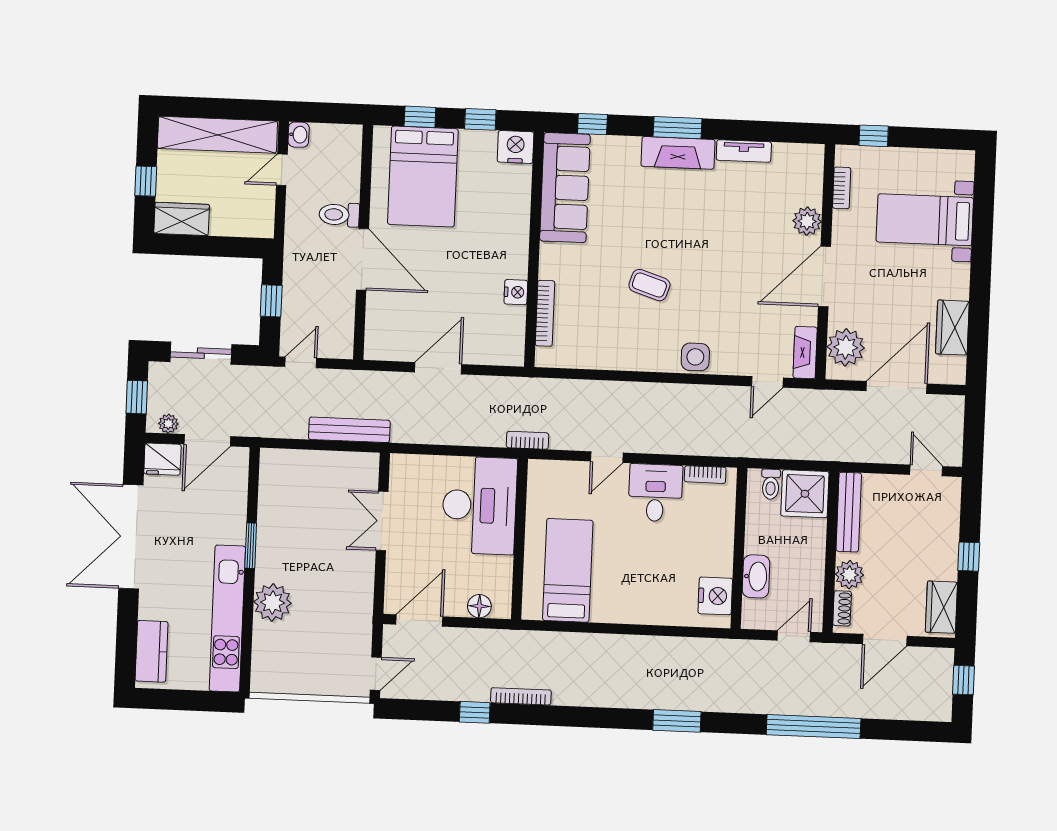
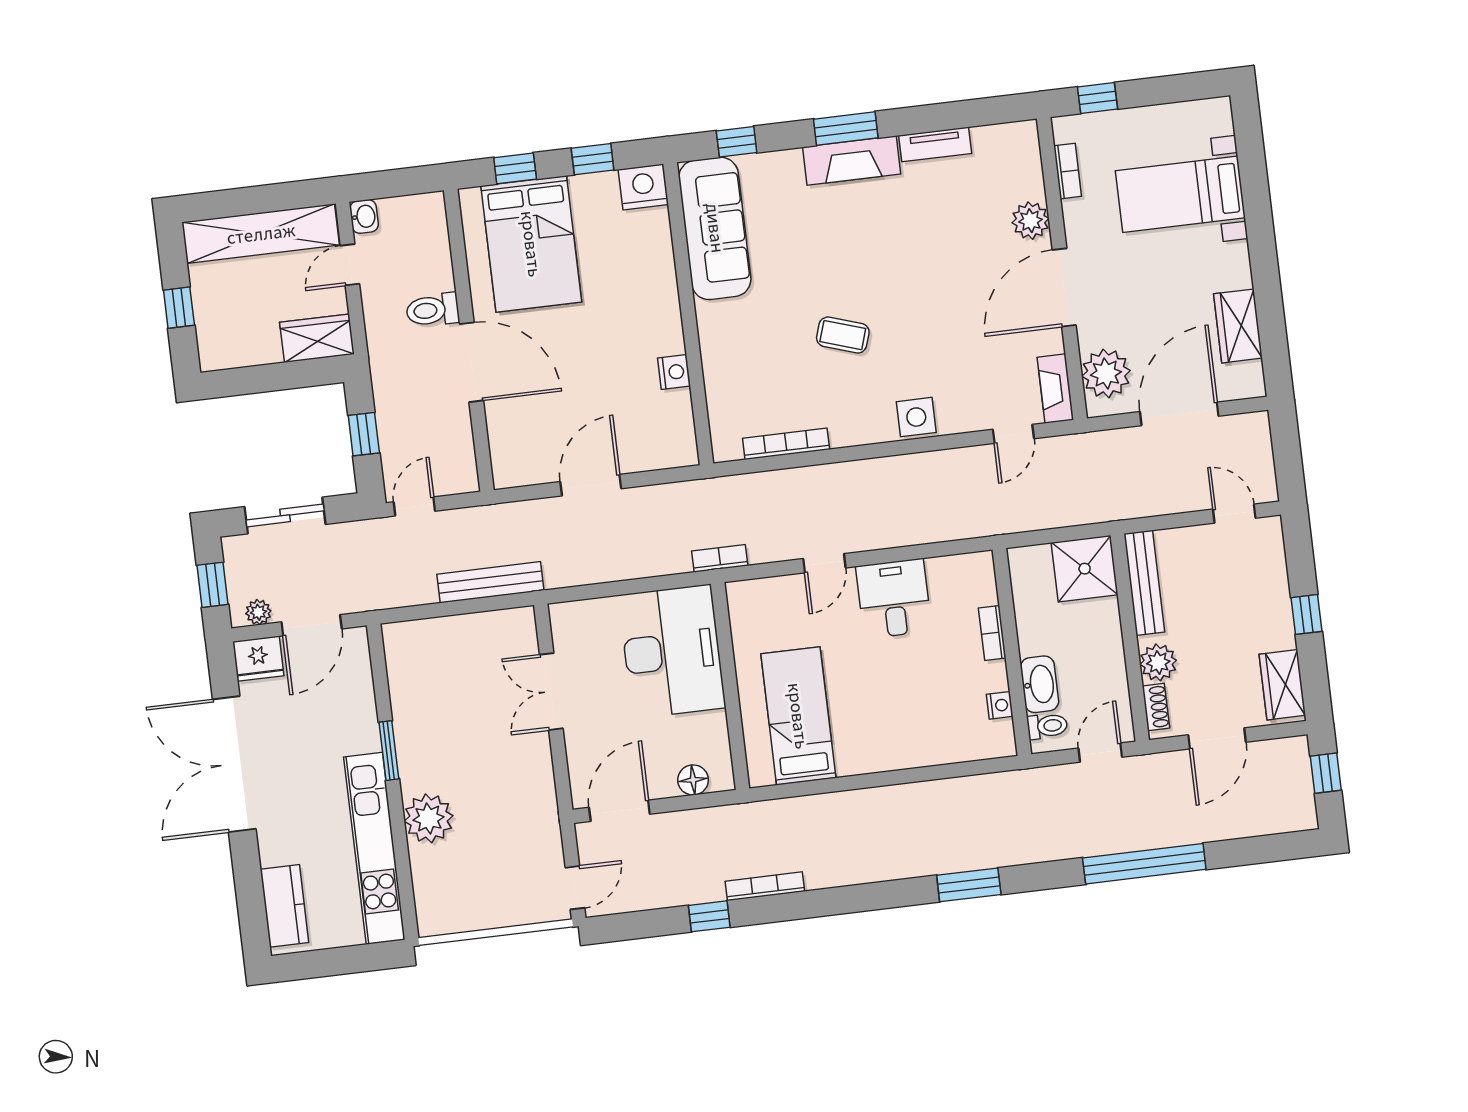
wardrobe: (182, 219) -> (317, 338), moved
bookcase: (545, 313) -> (786, 444), moved, turned -90
bookcase: (705, 475) -> (992, 633), moved, turned 90
toilet: (771, 484) -> (1047, 726), moved, turned -90
nightstand: (715, 596) -> (1000, 705), width x0.53, depth x0.56

